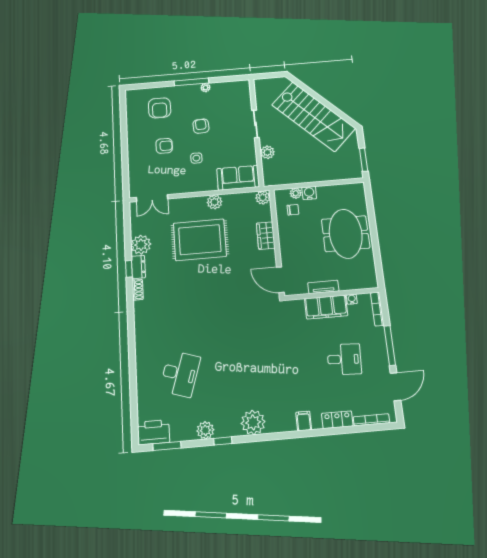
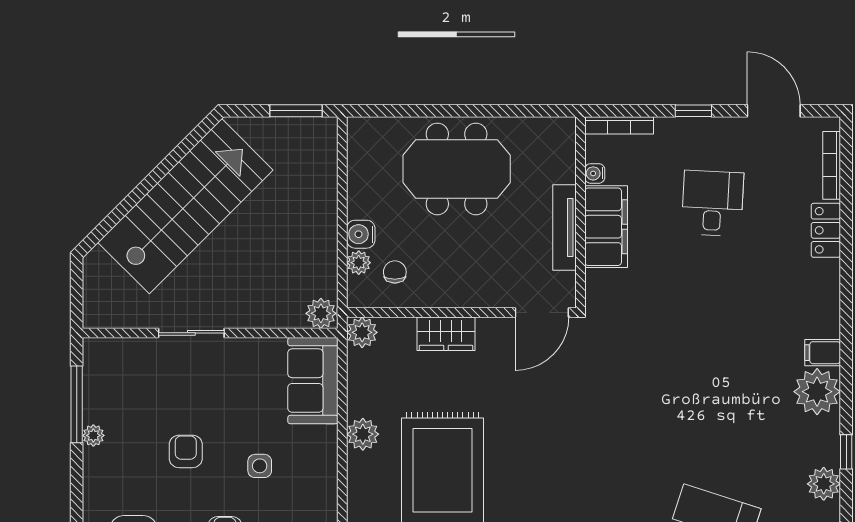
window: (191, 82) -> (77, 404), moved
armchair: (201, 126) -> (186, 451), turned 93
plant: (267, 152) -> (321, 313), moved
tv unit: (323, 287) -> (564, 228), width x1.41
window: (390, 345) -> (693, 111), width x0.46
filing cabinet: (304, 421) -> (823, 353), moved

